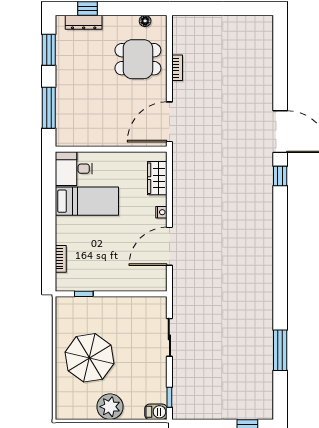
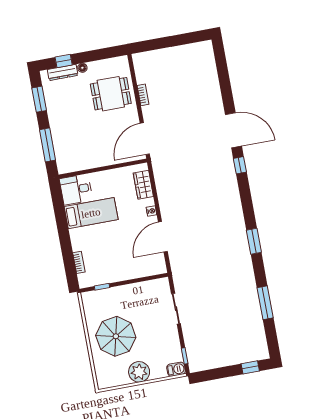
floor lamp: (145, 21) -> (82, 68), moved
window: (280, 272) -> (254, 241), added

